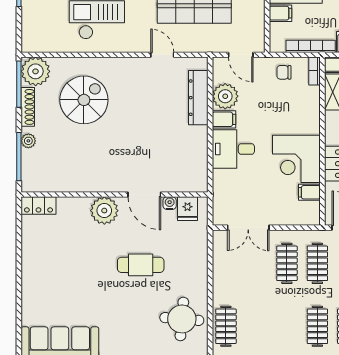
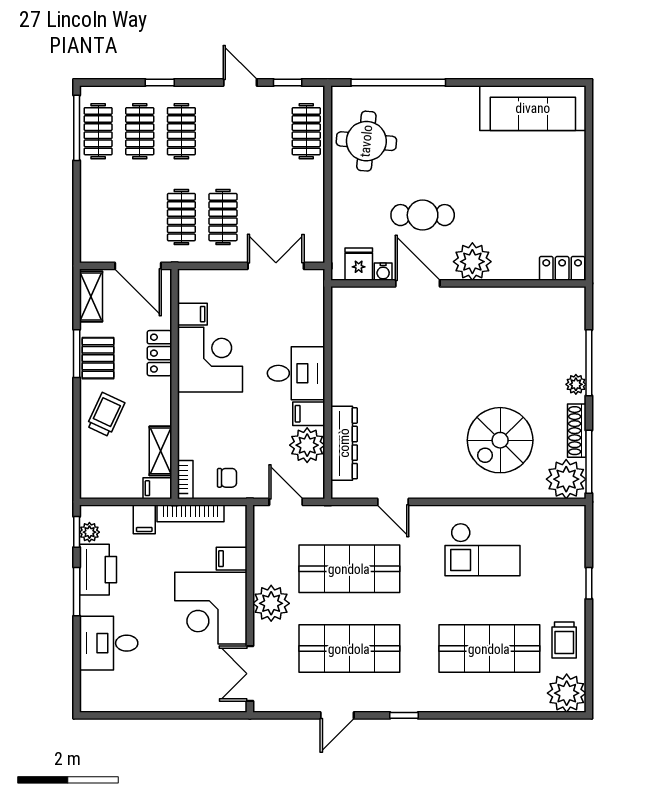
wall: (114, 195) -> (458, 283), moved
door: (144, 195) -> (418, 283), moved
water cooler: (170, 203) -> (383, 272), moved
locker: (38, 206) -> (562, 268), moved
fridge: (187, 209) -> (359, 264), moved
plant: (104, 211) -> (472, 262), moved

